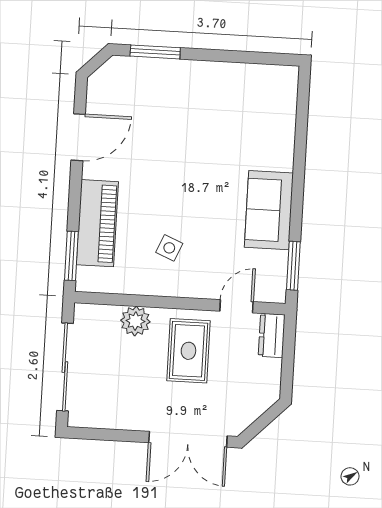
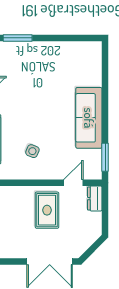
sofa: (269, 210) -> (89, 118), width x1.36
plant: (135, 321) -> (15, 195), removed

